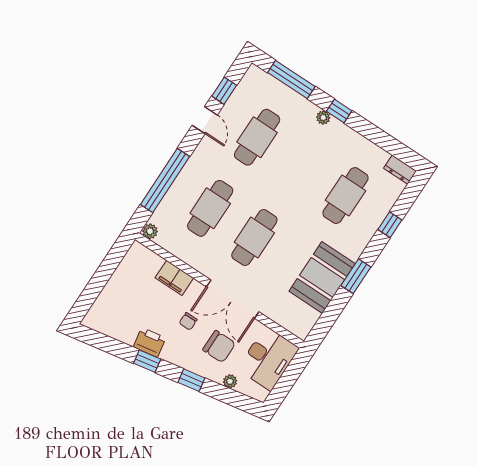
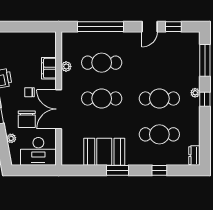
cafe table: (257, 137) -> (159, 99), moved
plant: (150, 231) -> (66, 66), moved

